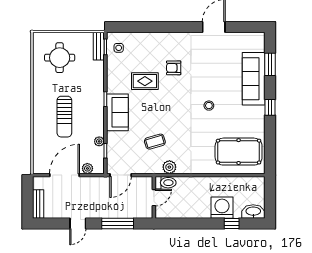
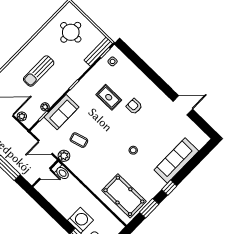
bench: (99, 46) -> (98, 52), width x1.36
window: (270, 64) -> (149, 208), moved
sofa: (117, 112) -> (62, 112), moved
plant: (169, 167) -> (64, 156), moved
door: (121, 175) -> (45, 147), moved

